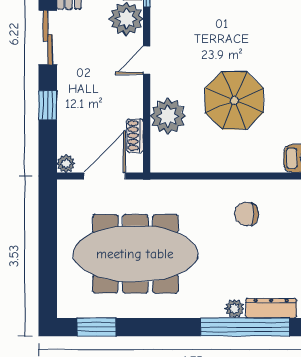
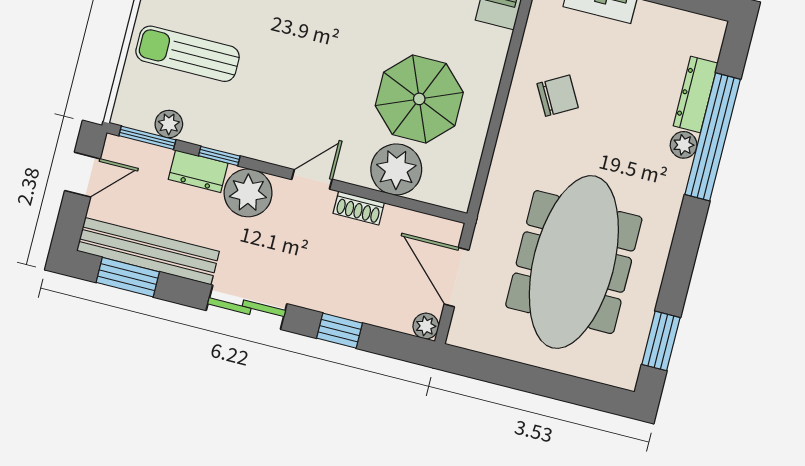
door: (147, 60) -> (312, 179), swing flipped
parasol: (234, 100) -> (419, 99), moved
shoe rack: (135, 136) -> (359, 208), moved
chair: (246, 214) -> (558, 96), turned -119

